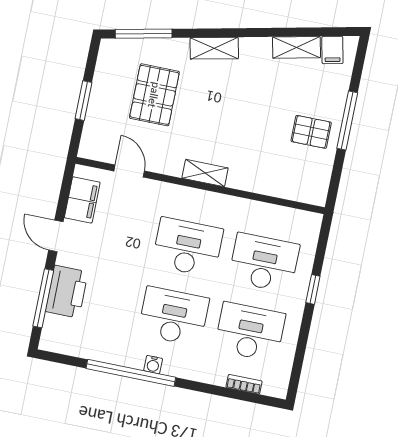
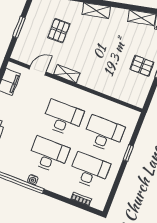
pallet: (154, 95) -> (59, 31), width x0.67, depth x0.71
door: (129, 171) -> (38, 70), hinge flipped
shelving: (205, 173) -> (67, 74), moved

